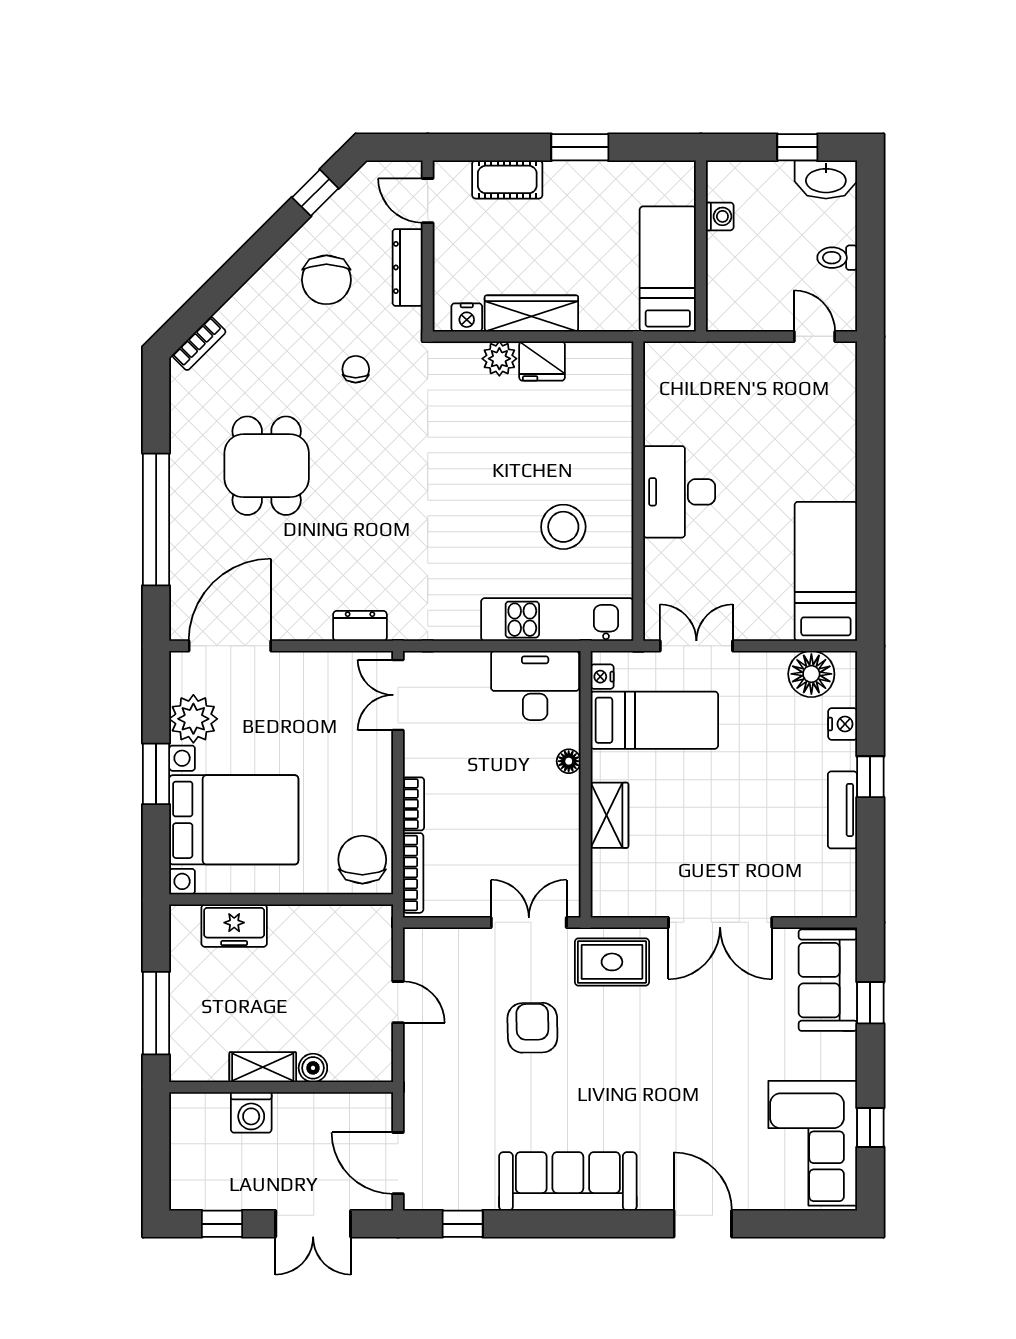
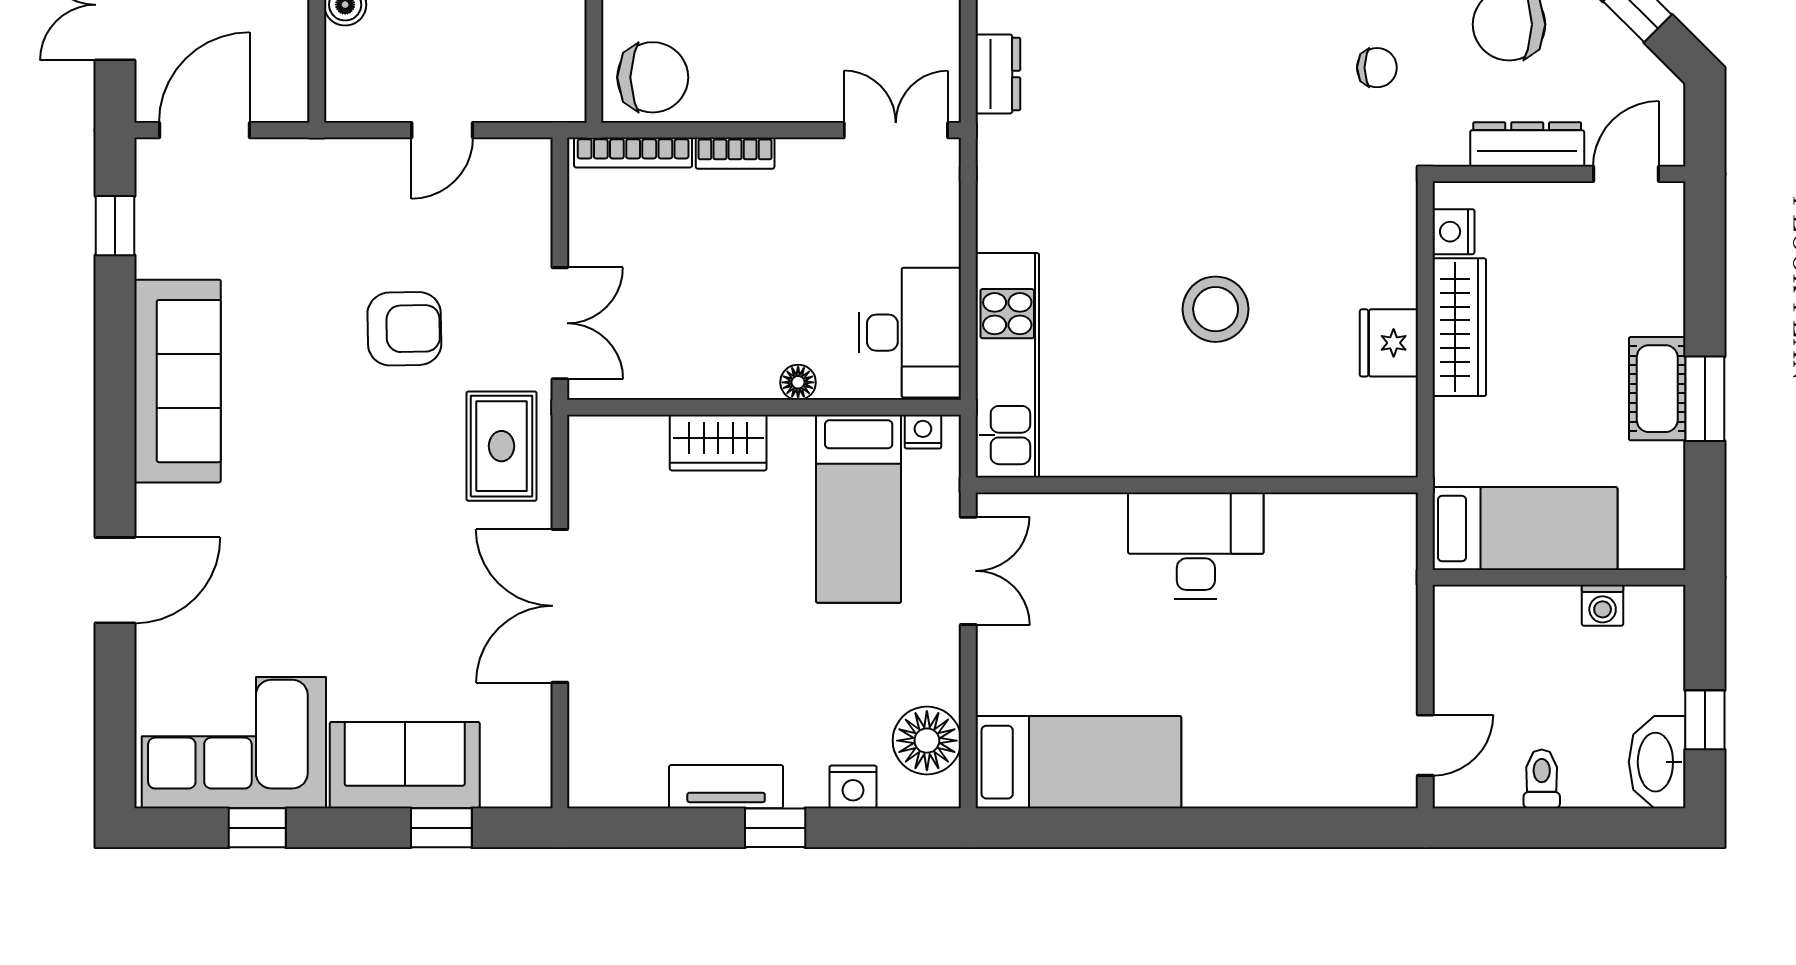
cot: (507, 179) -> (1657, 389), moved
plant: (499, 359) -> (1393, 280), removed
stool: (563, 527) -> (1216, 309), moved
sofa: (828, 980) -> (405, 765), moved

